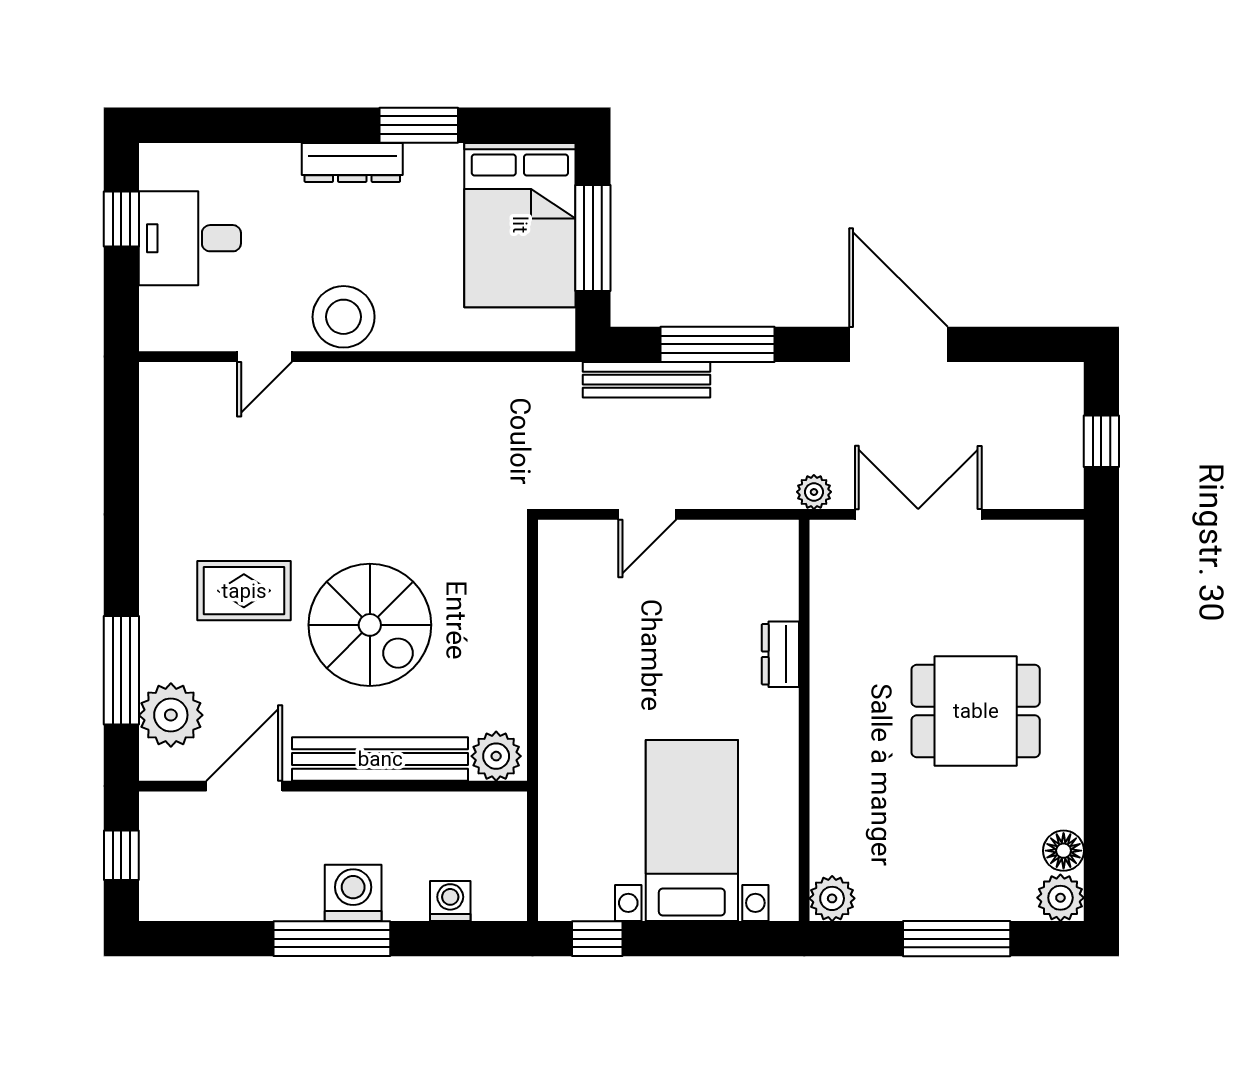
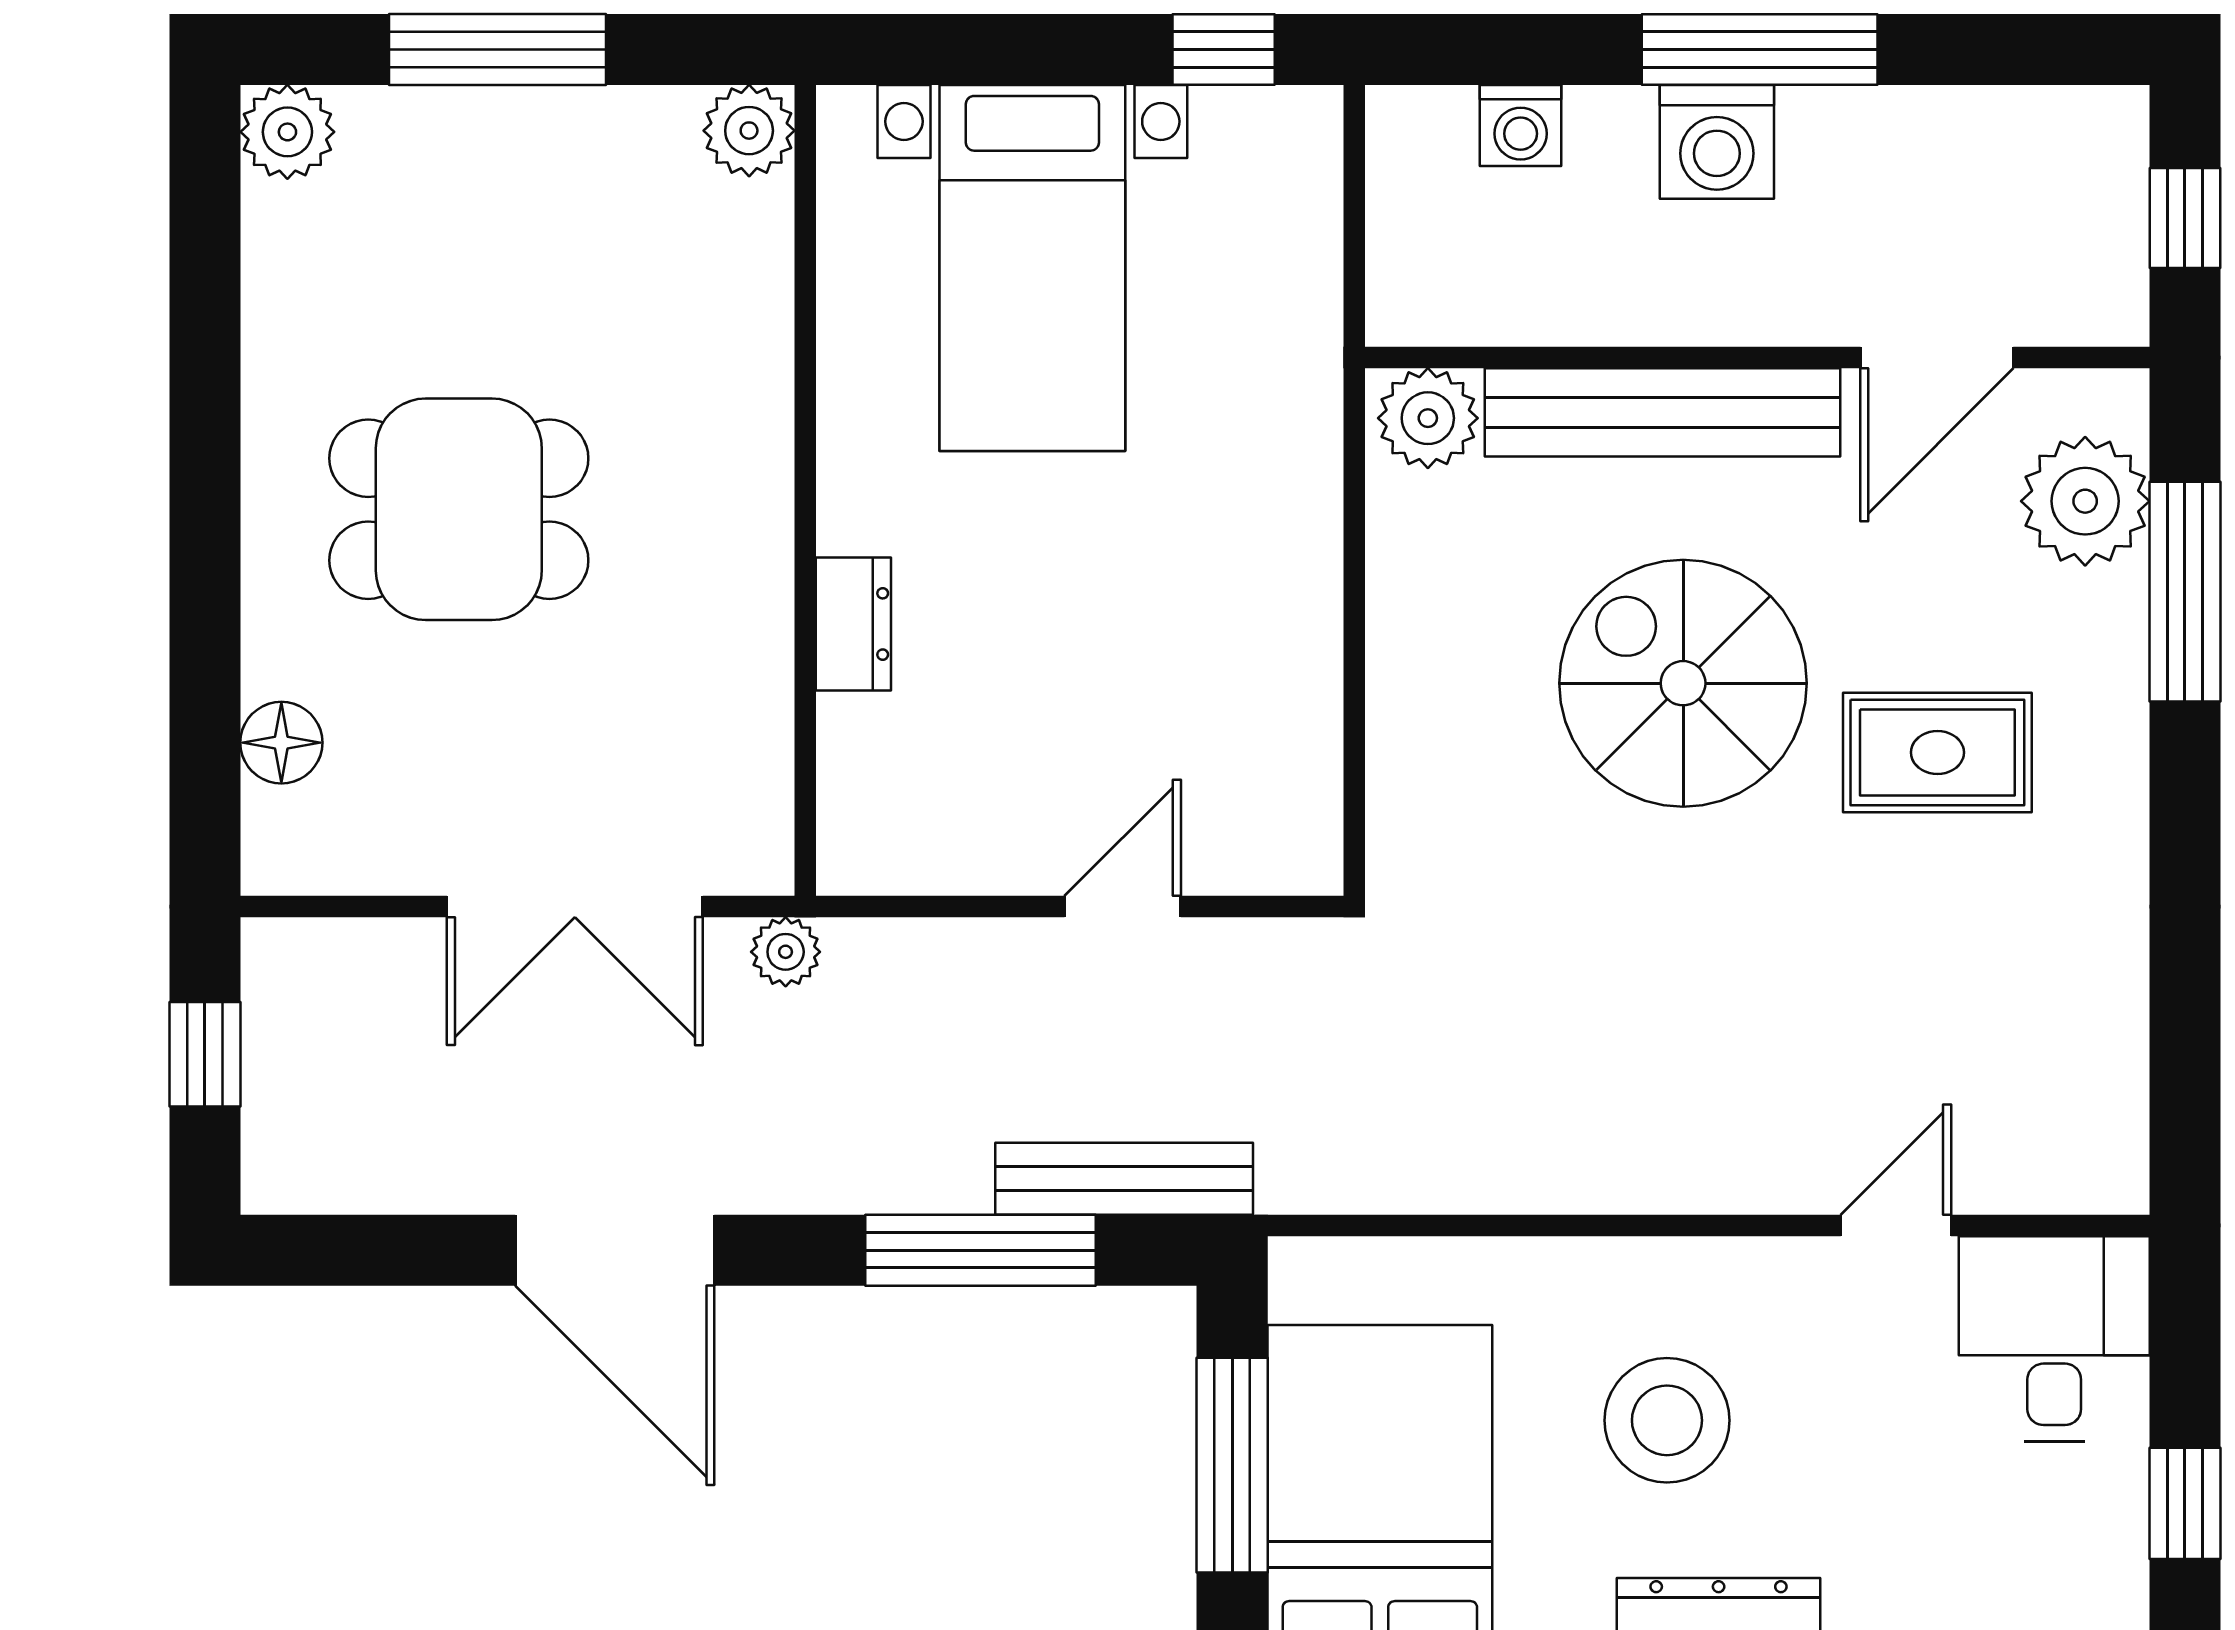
desk: (190, 238) -> (2054, 1339), moved, turned -90
stool: (344, 317) -> (1667, 1420), moved
floor lamp: (1064, 851) -> (281, 743), moved

